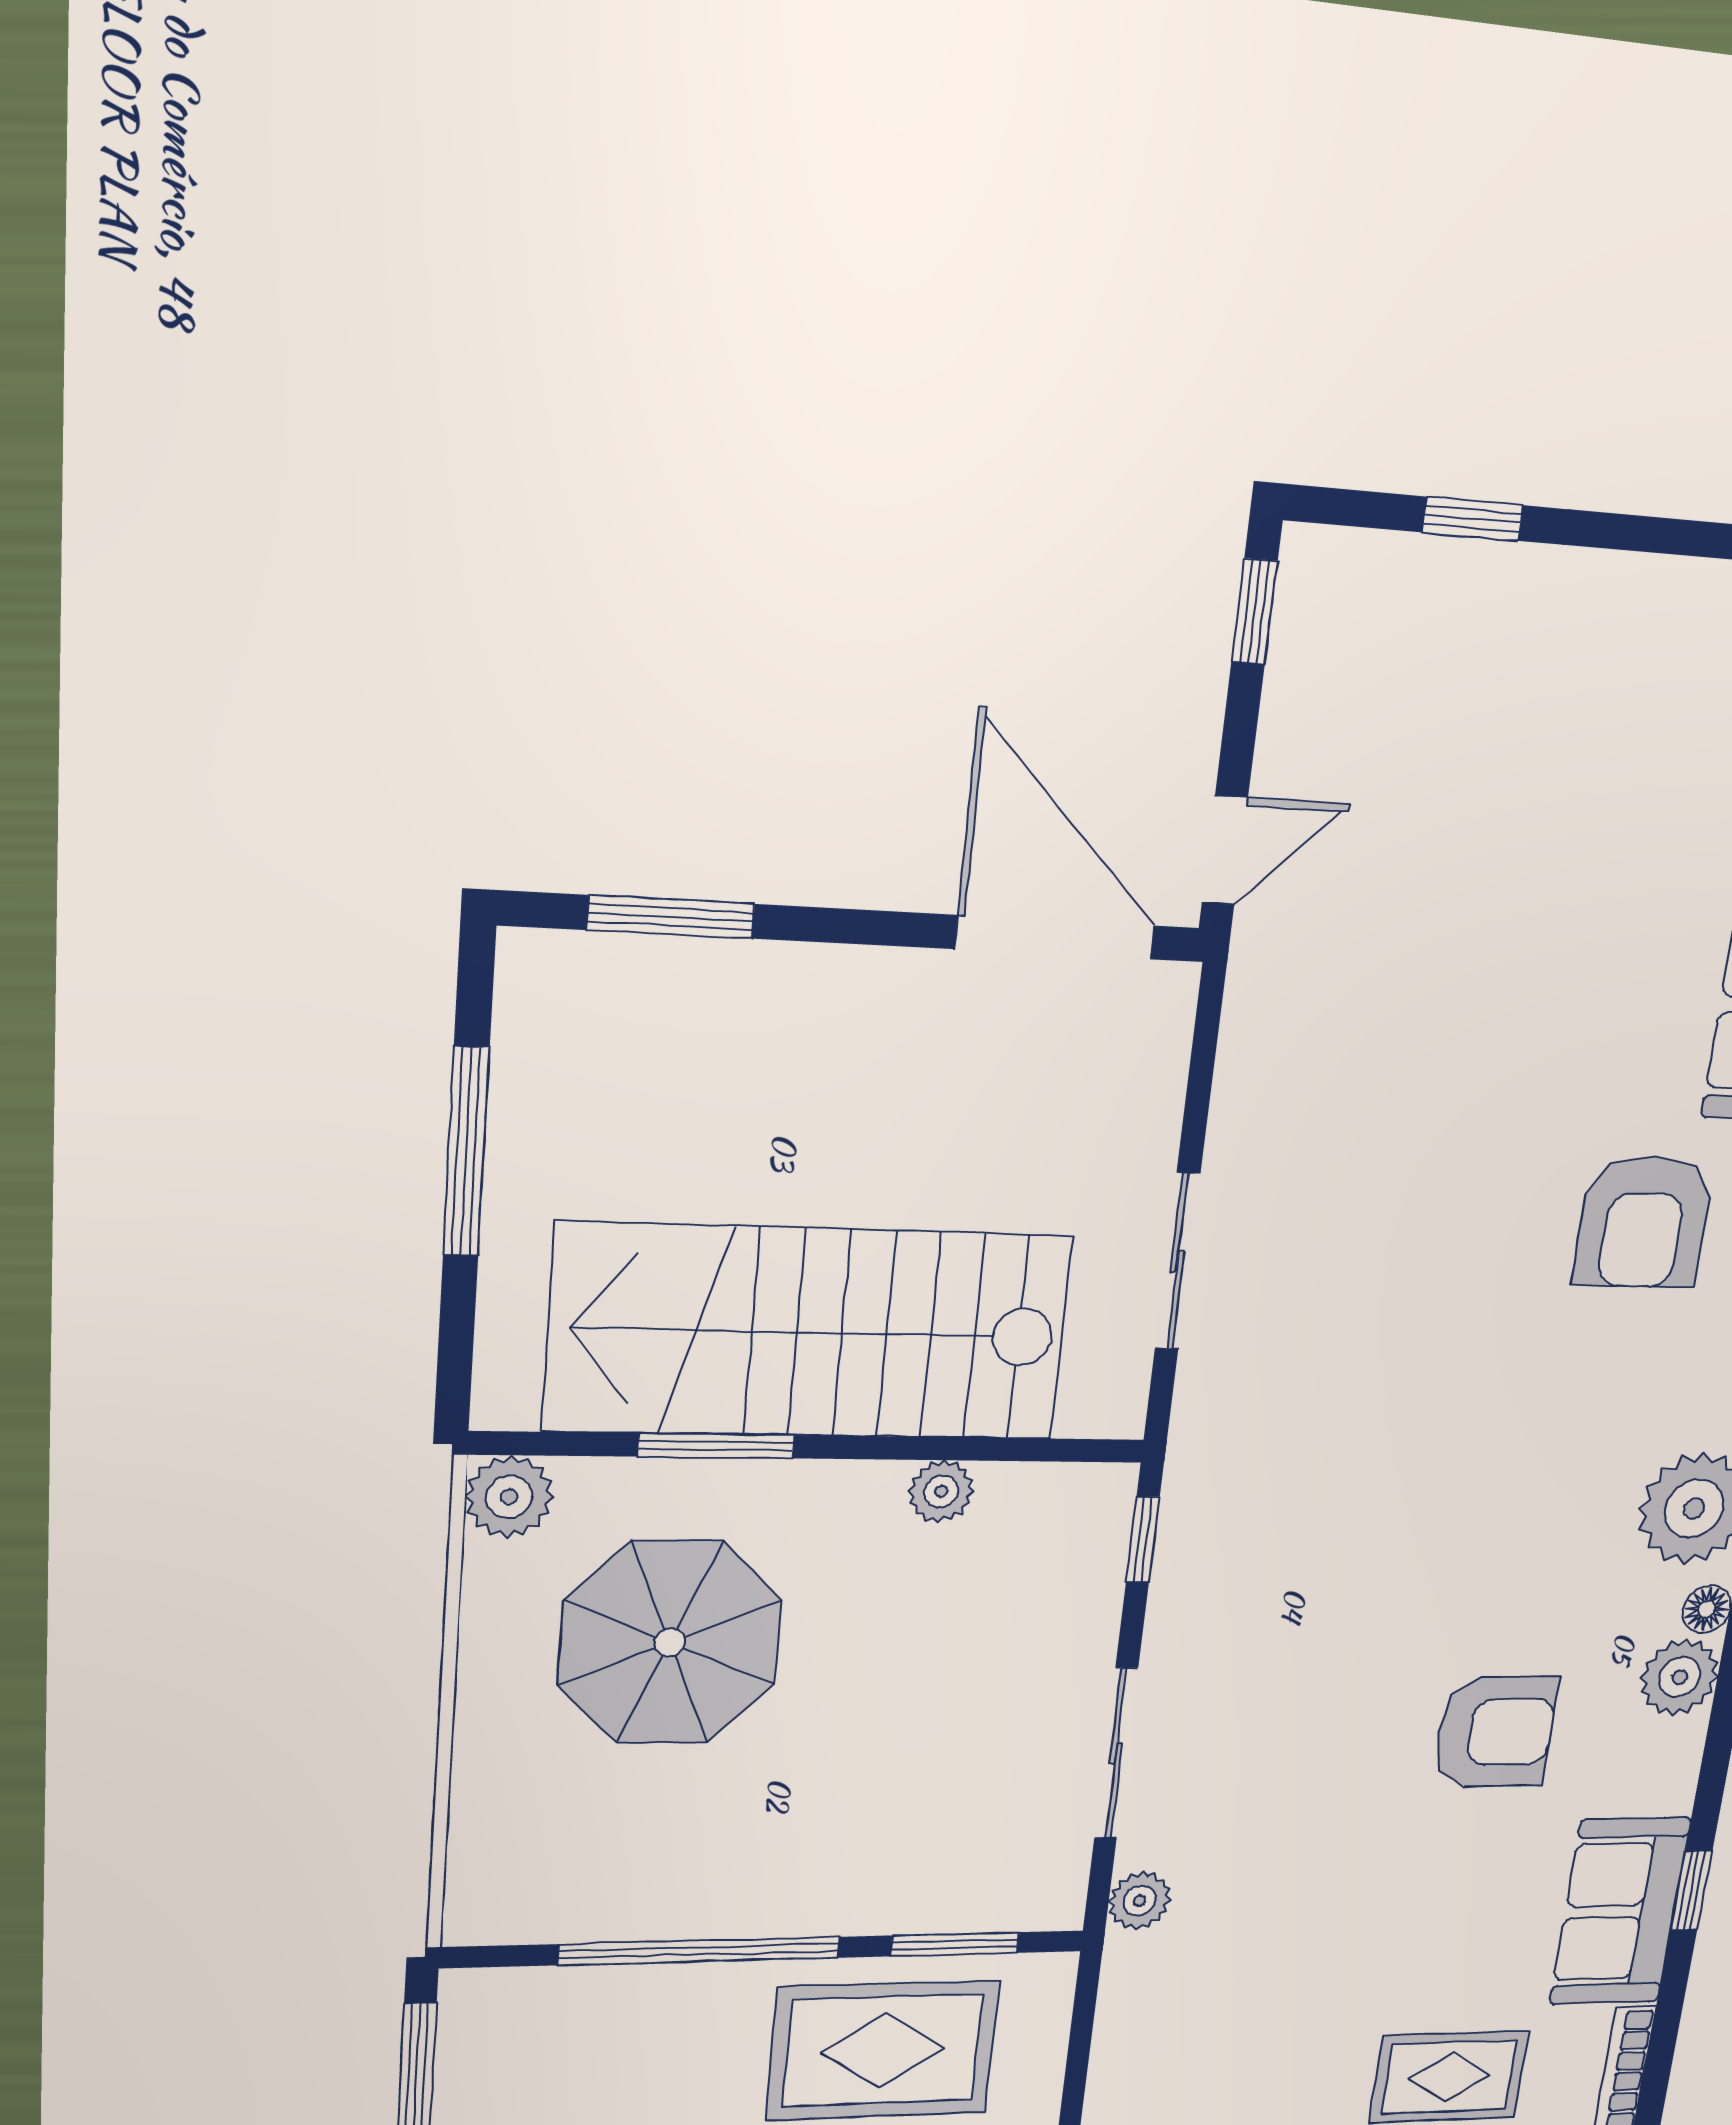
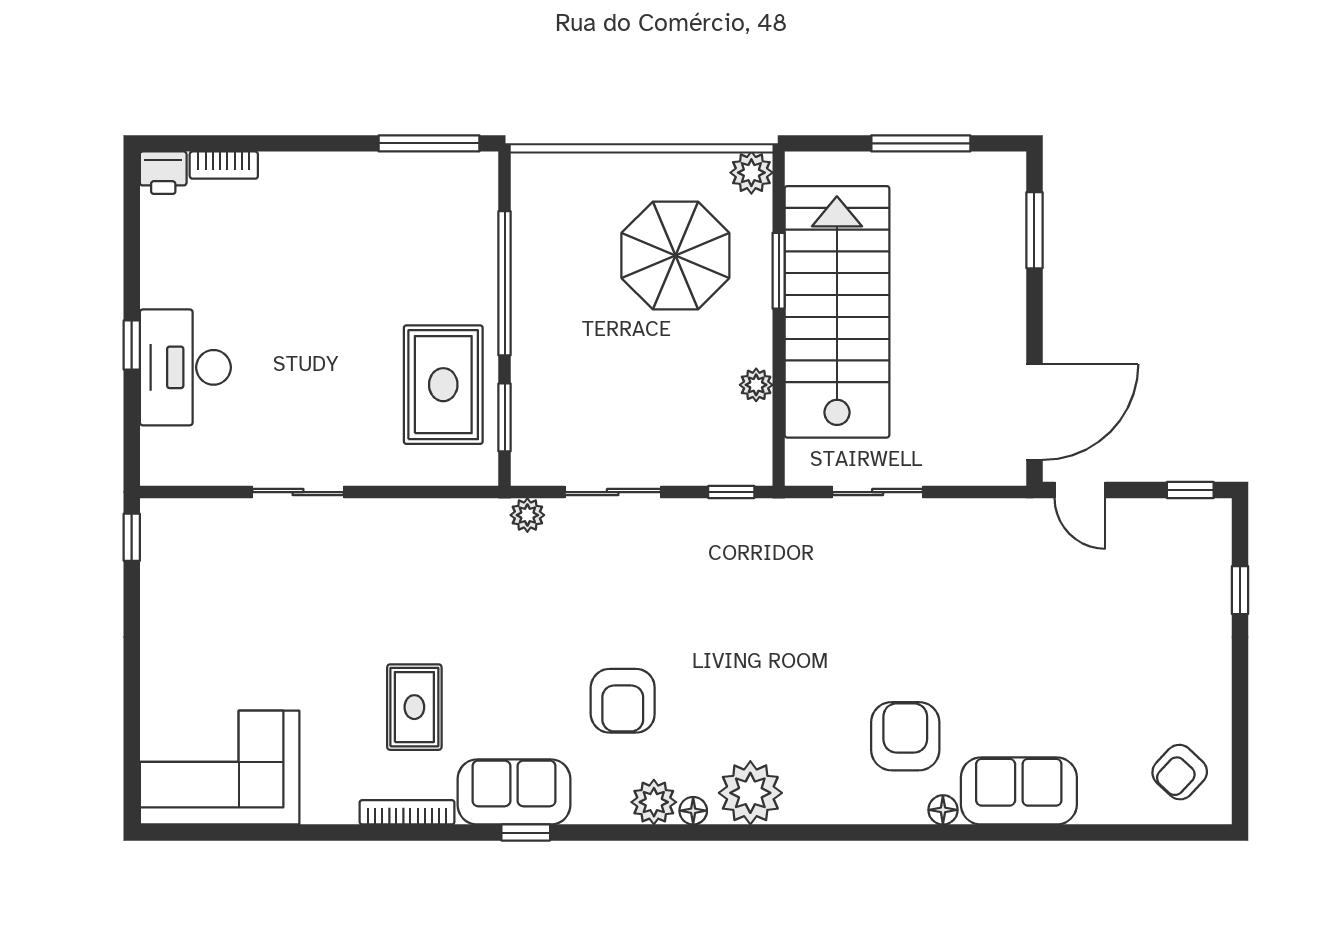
armchair: (1643, 1222) -> (905, 736), turned 90

